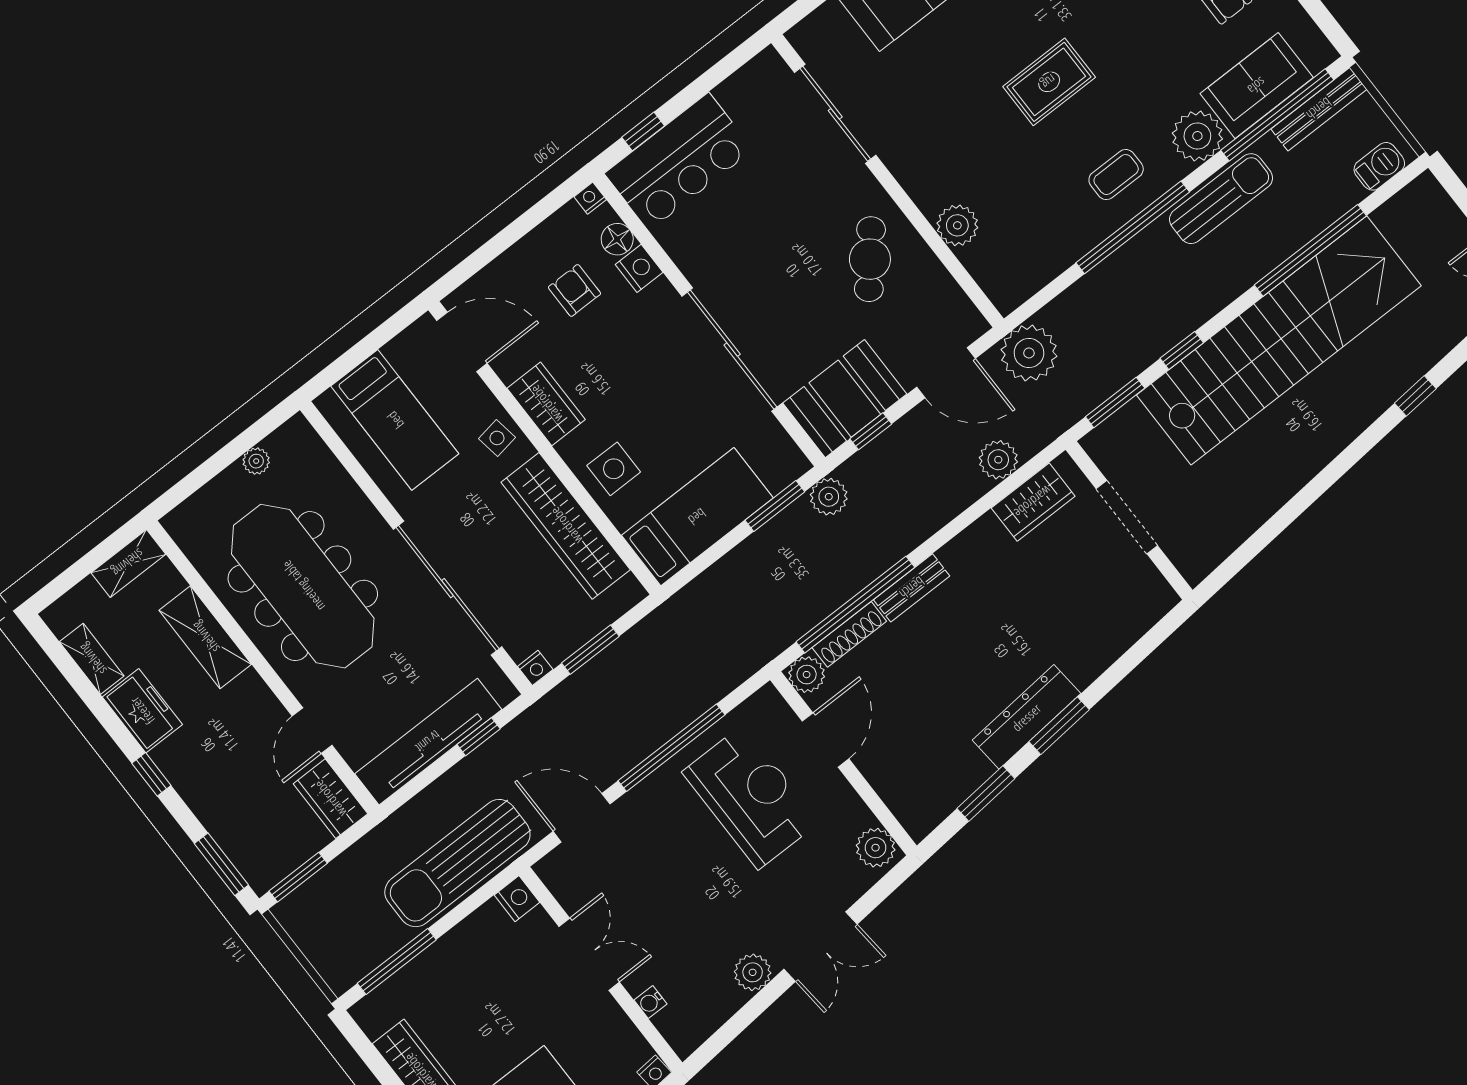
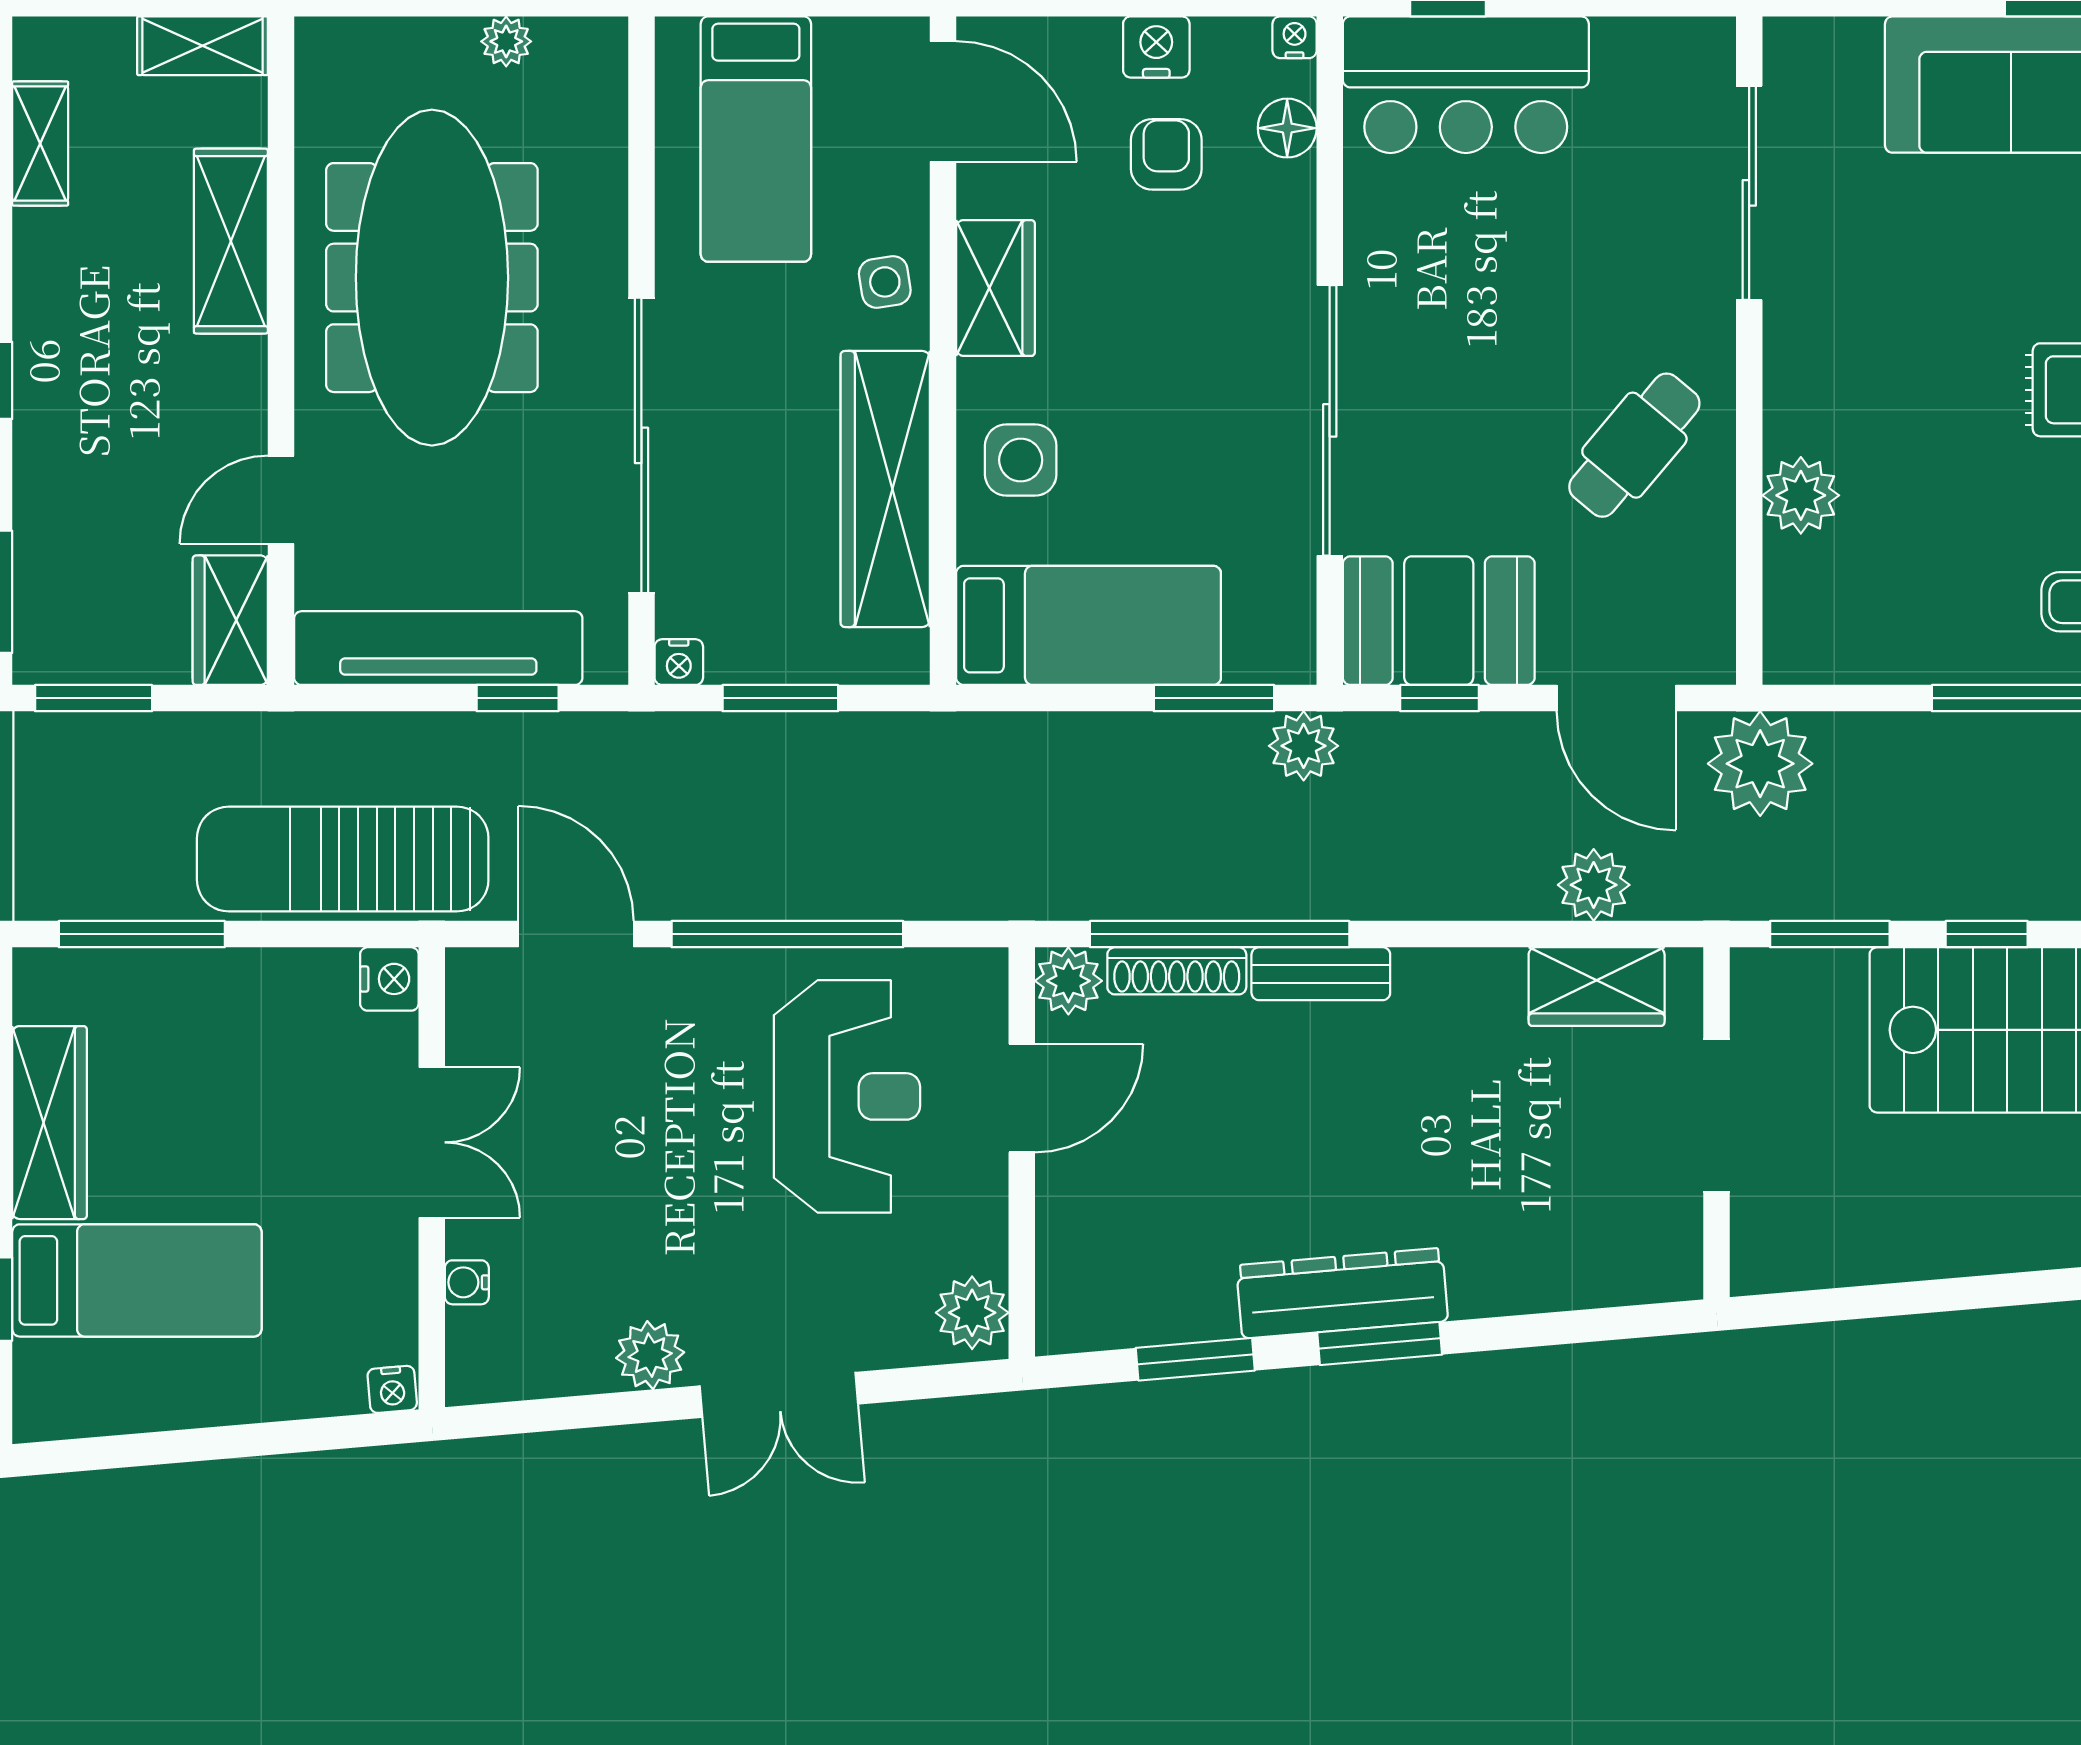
nightstand: (639, 268) -> (1156, 47), moved, turned -90
freezer: (142, 711) -> (55, 277), removed

